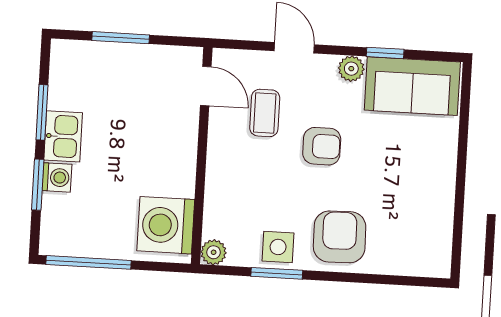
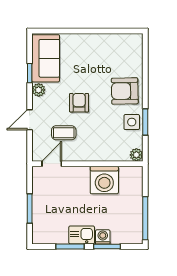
washing machine: (166, 225) -> (104, 180), moved

